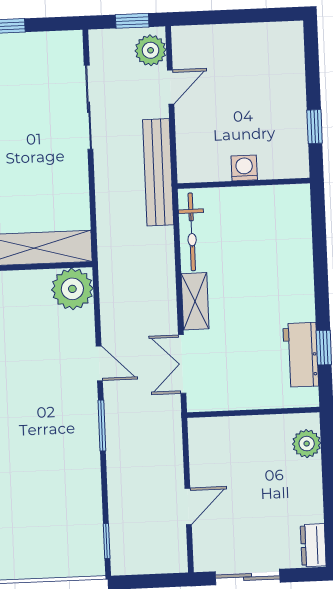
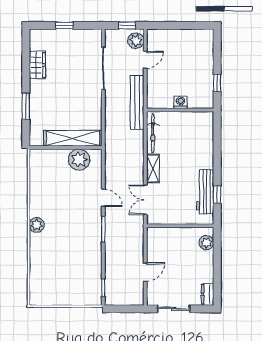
plant: (72, 289) -> (79, 160), moved
workbench: (301, 355) -> (205, 192), width x1.38

